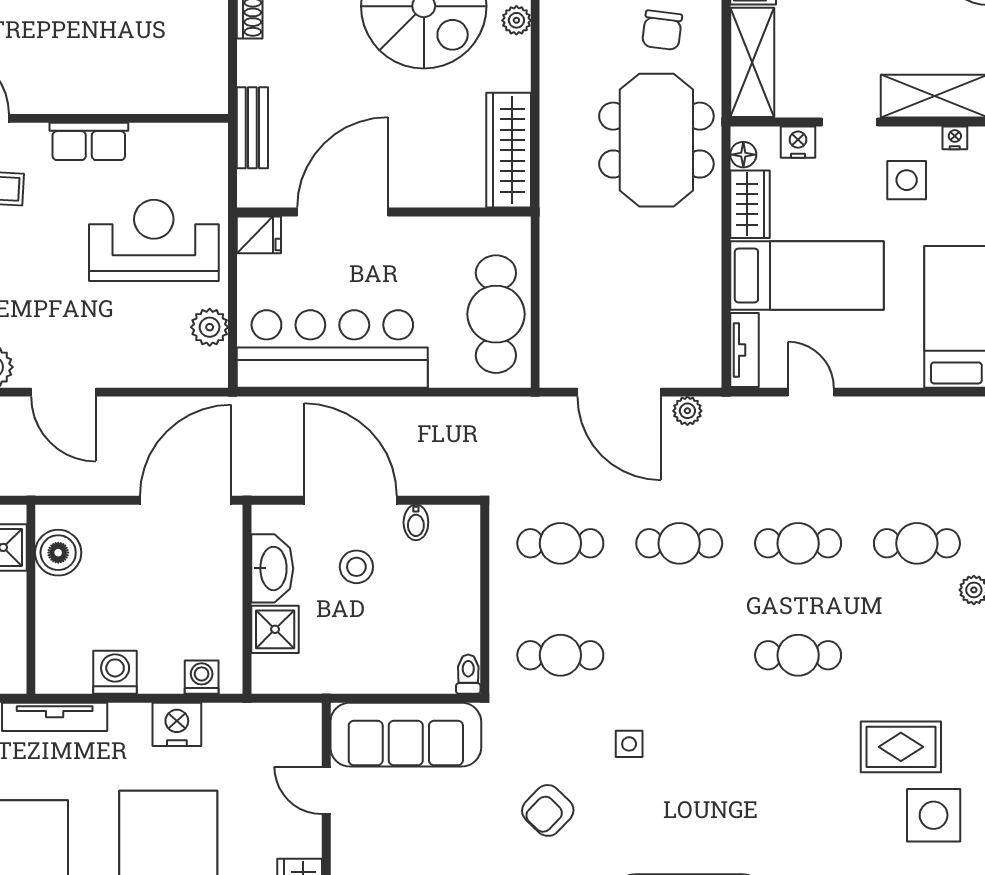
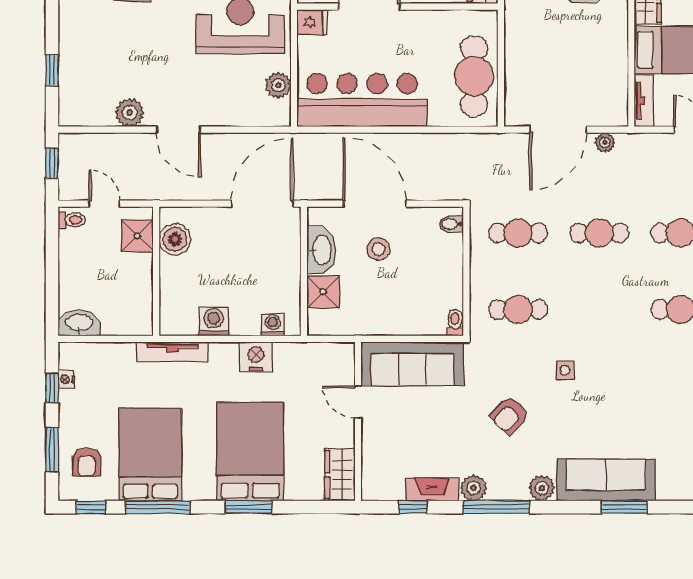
door: (619, 392) -> (558, 130), hinge flipped
bidet: (416, 522) -> (451, 224), moved, turned 90

